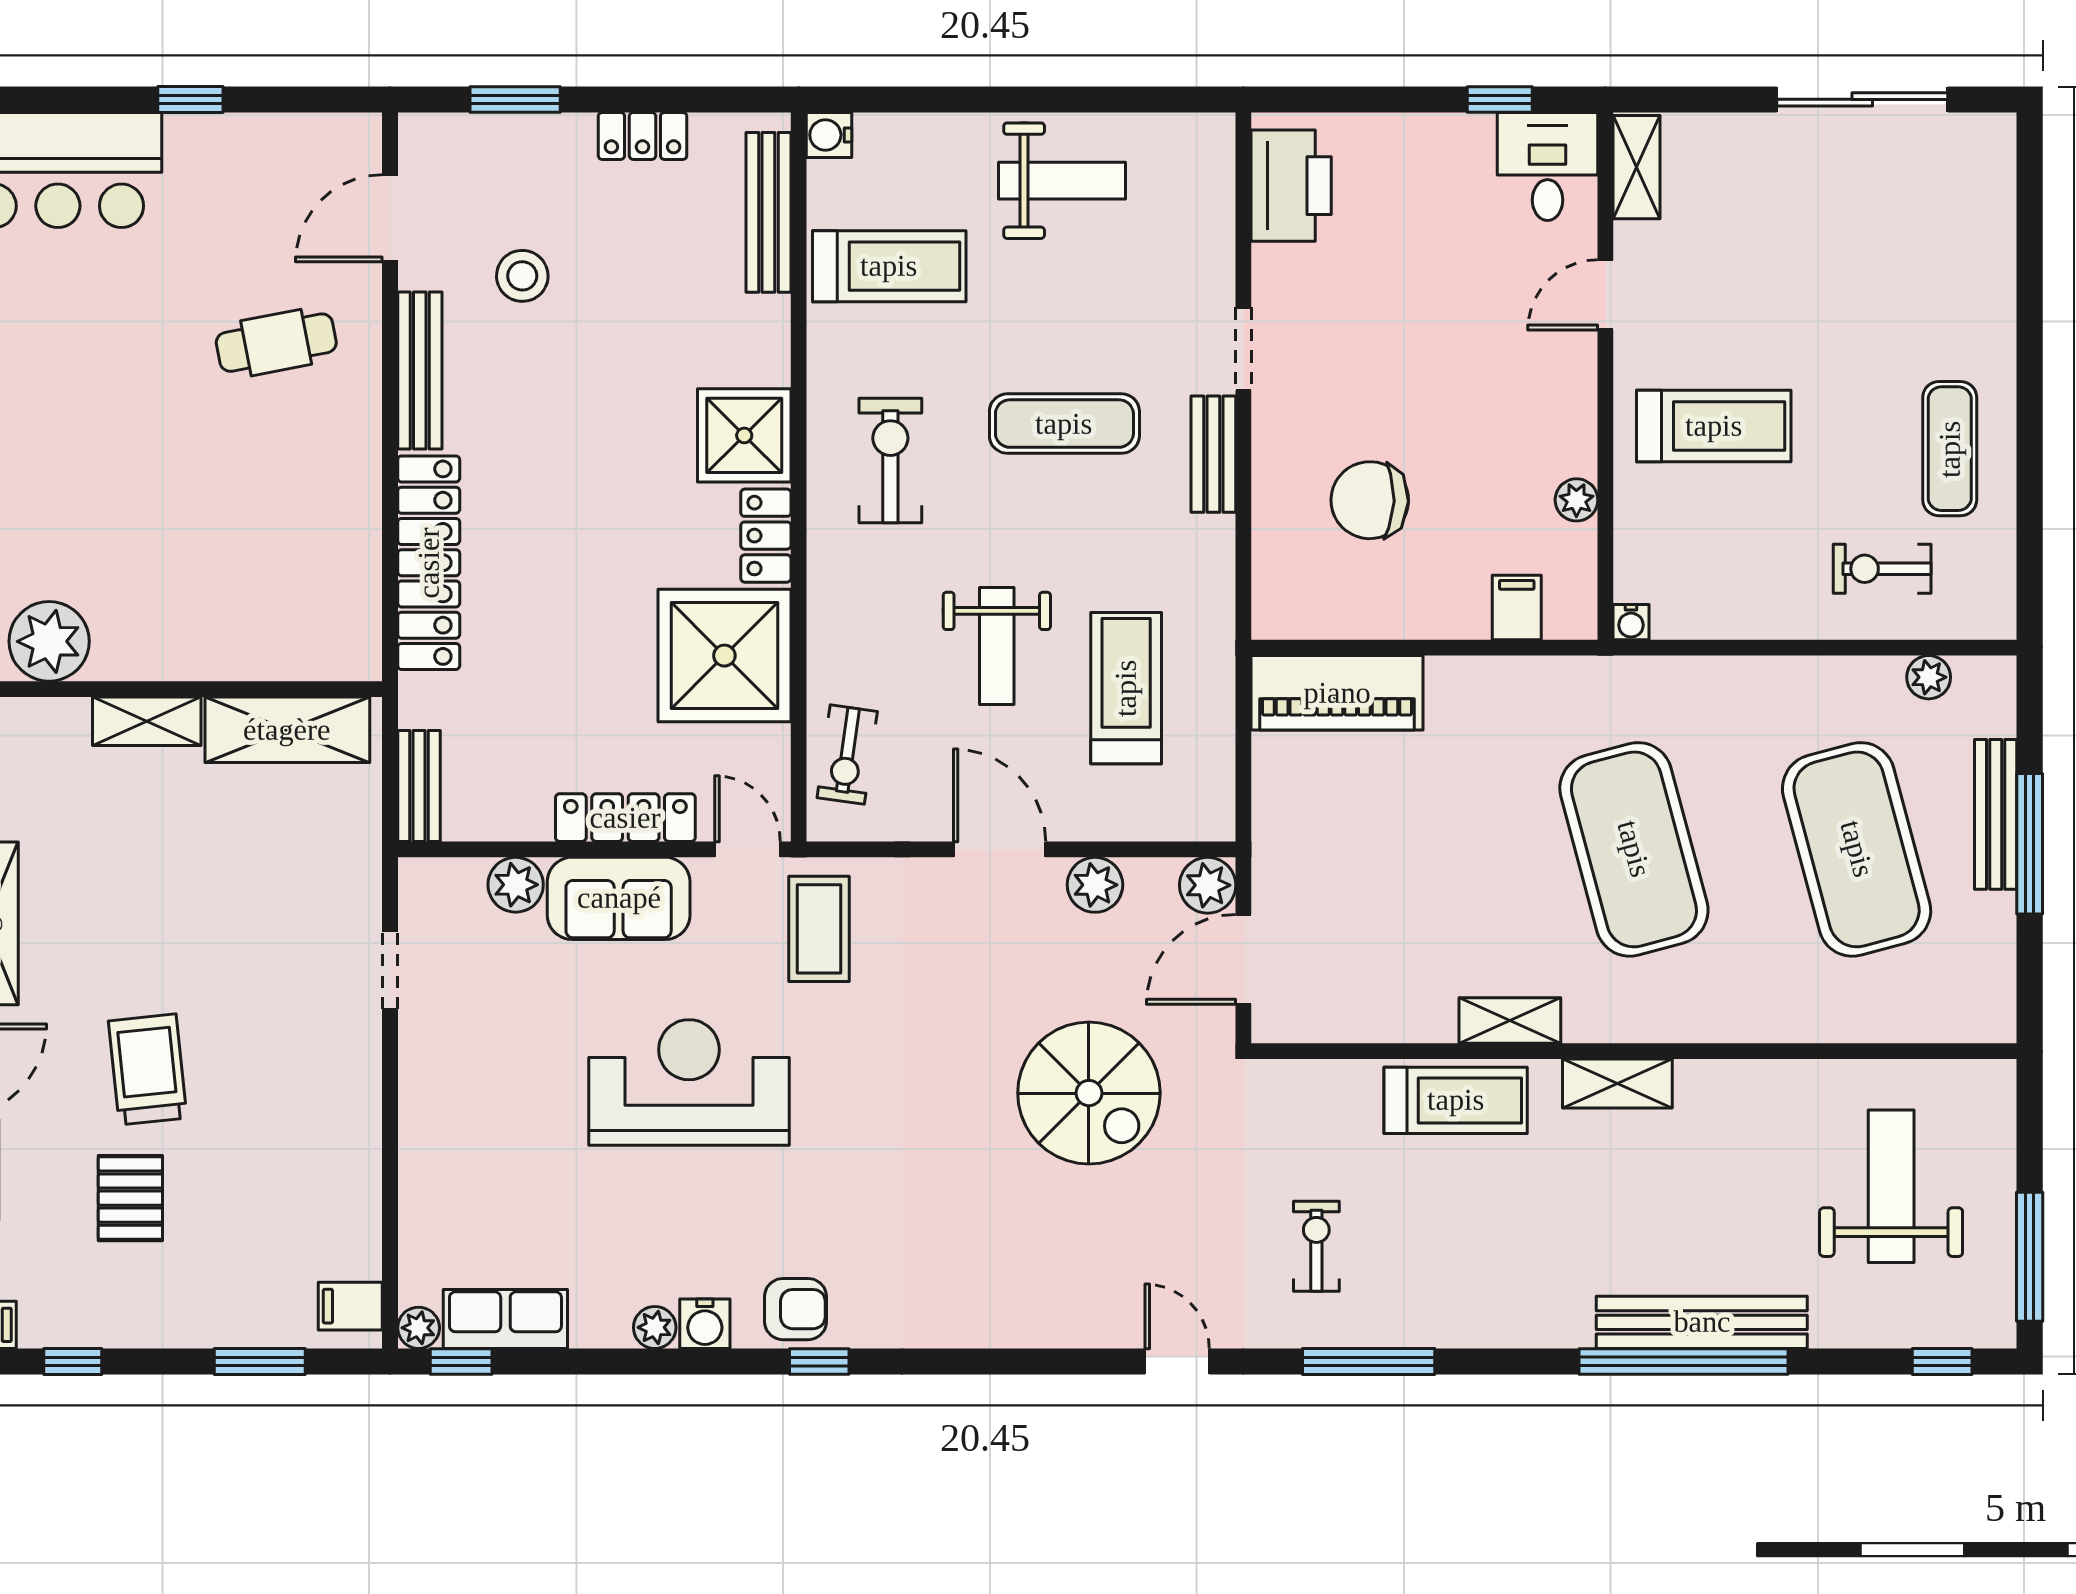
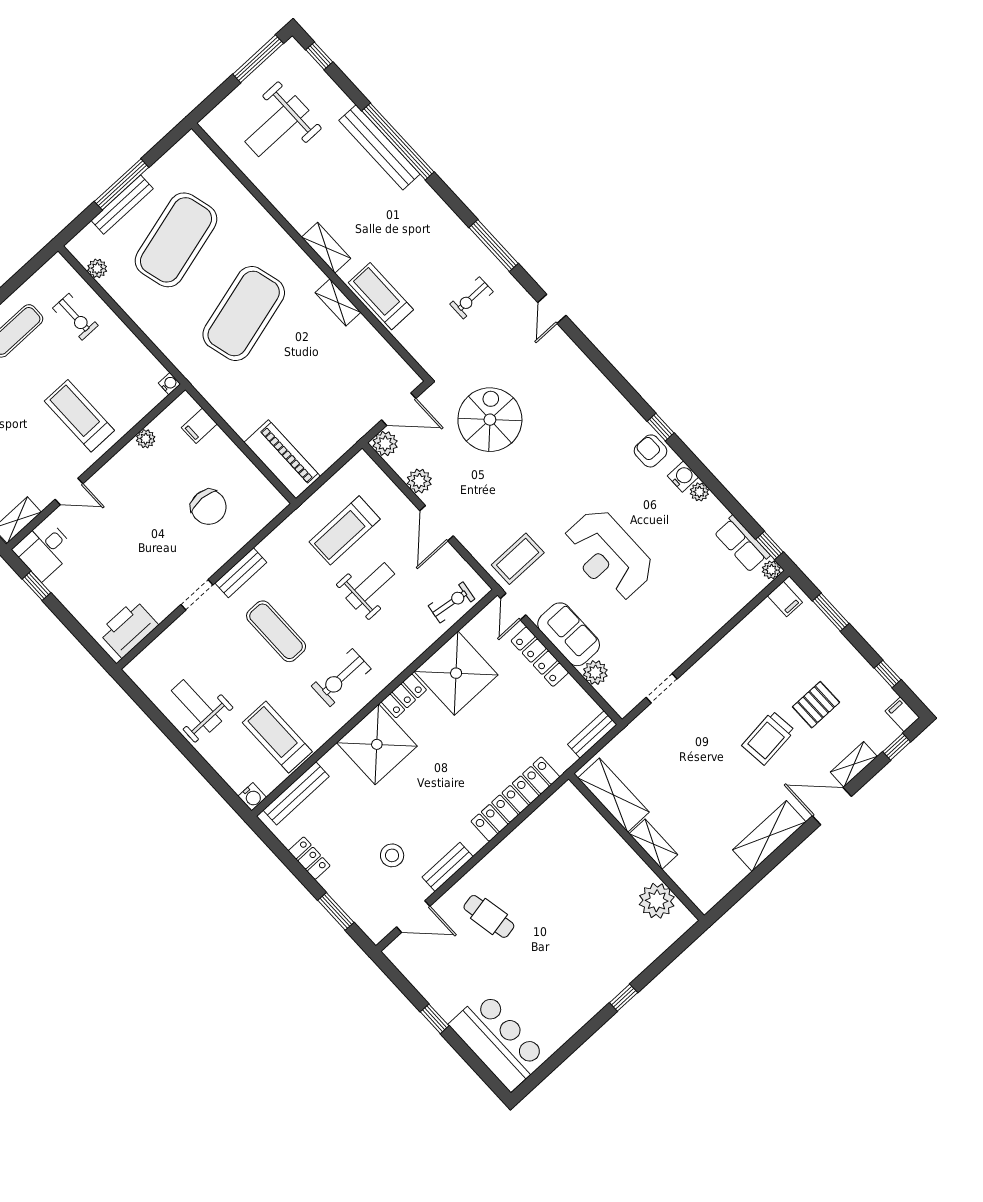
bench: (420, 371) -> (448, 867), width x0.73
shower: (744, 435) -> (377, 744), width x1.37, depth x1.37

